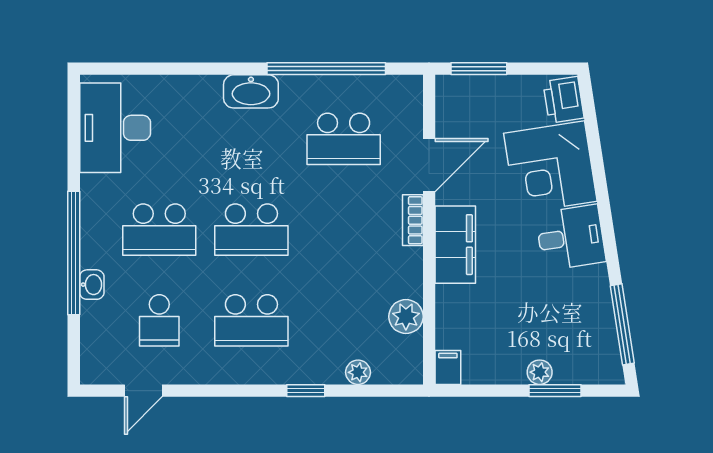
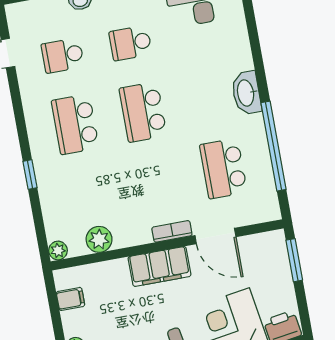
school desk: (159, 230) -> (130, 43), width x0.54
filing cabinet: (448, 367) -> (70, 299), moved
plant: (358, 372) -> (58, 250), moved

